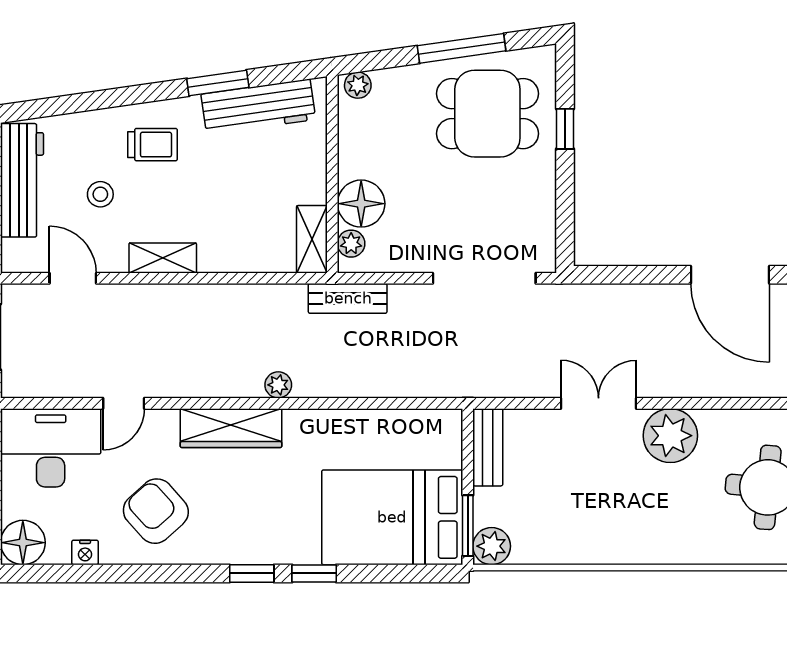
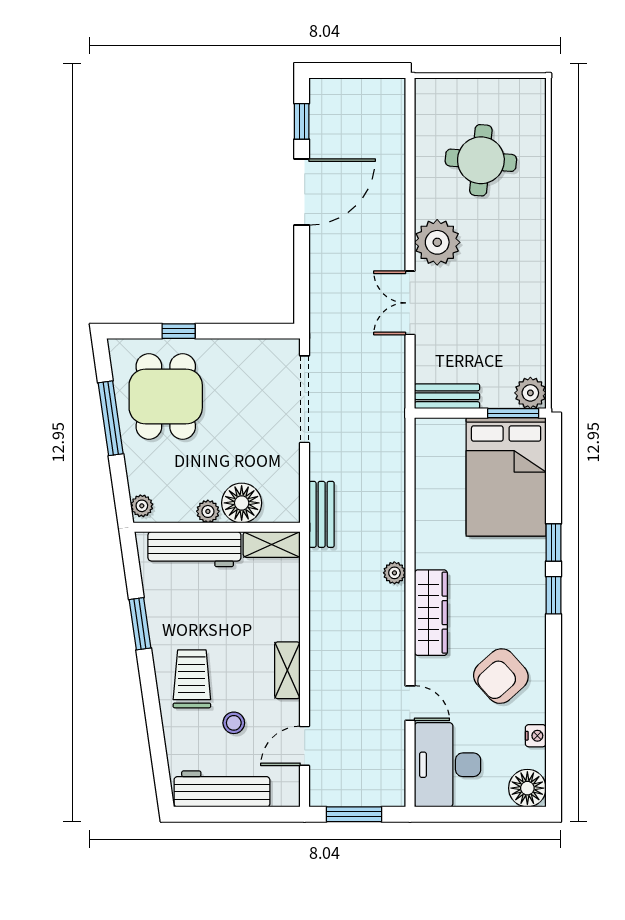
workbench: (258, 107) -> (194, 549), moved, turned 98
trolley: (153, 145) -> (192, 679), width x1.36, depth x1.39
plant: (351, 244) -> (208, 511), moved

